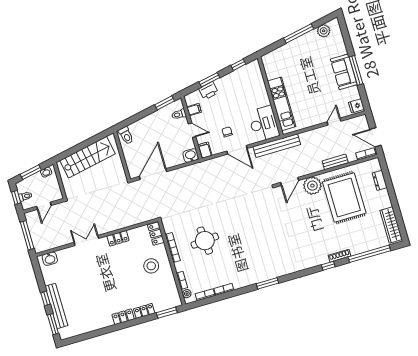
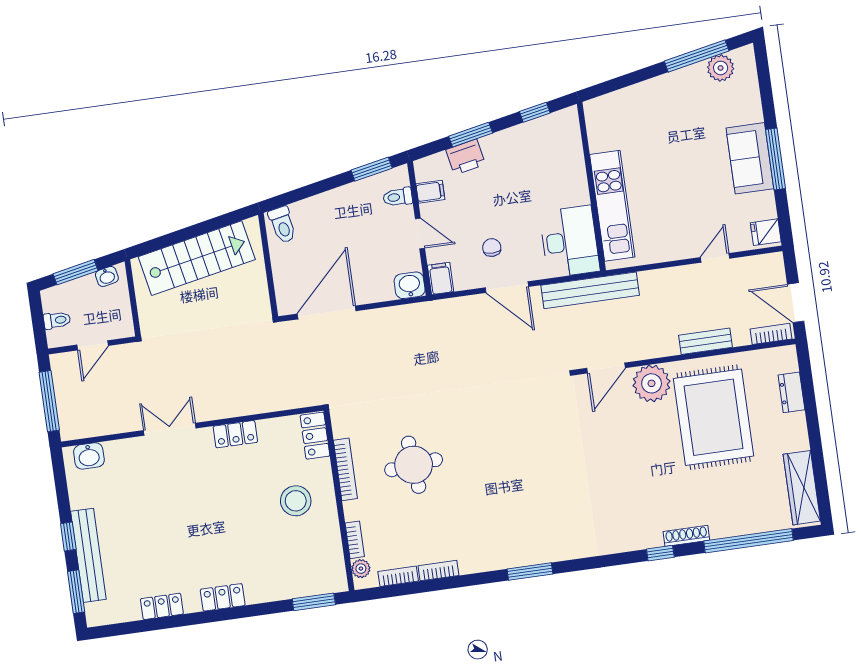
window: (299, 33) -> (697, 56), moved
window: (16, 197) -> (38, 320), removed
locker: (144, 311) -> (162, 606), moved

